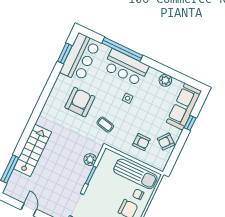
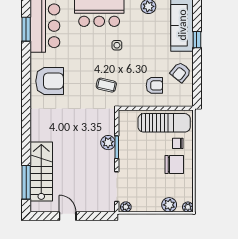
armchair: (80, 102) -> (50, 81), moved, turned 90
stairs: (33, 150) -> (41, 172), moved
plant: (90, 160) -> (108, 143), moved

